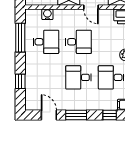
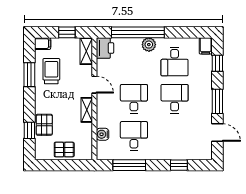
door: (91, 7) -> (94, 85), hinge flipped
desk: (79, 77) -> (175, 99), turned 180
door: (49, 115) -> (217, 133), swing flipped

